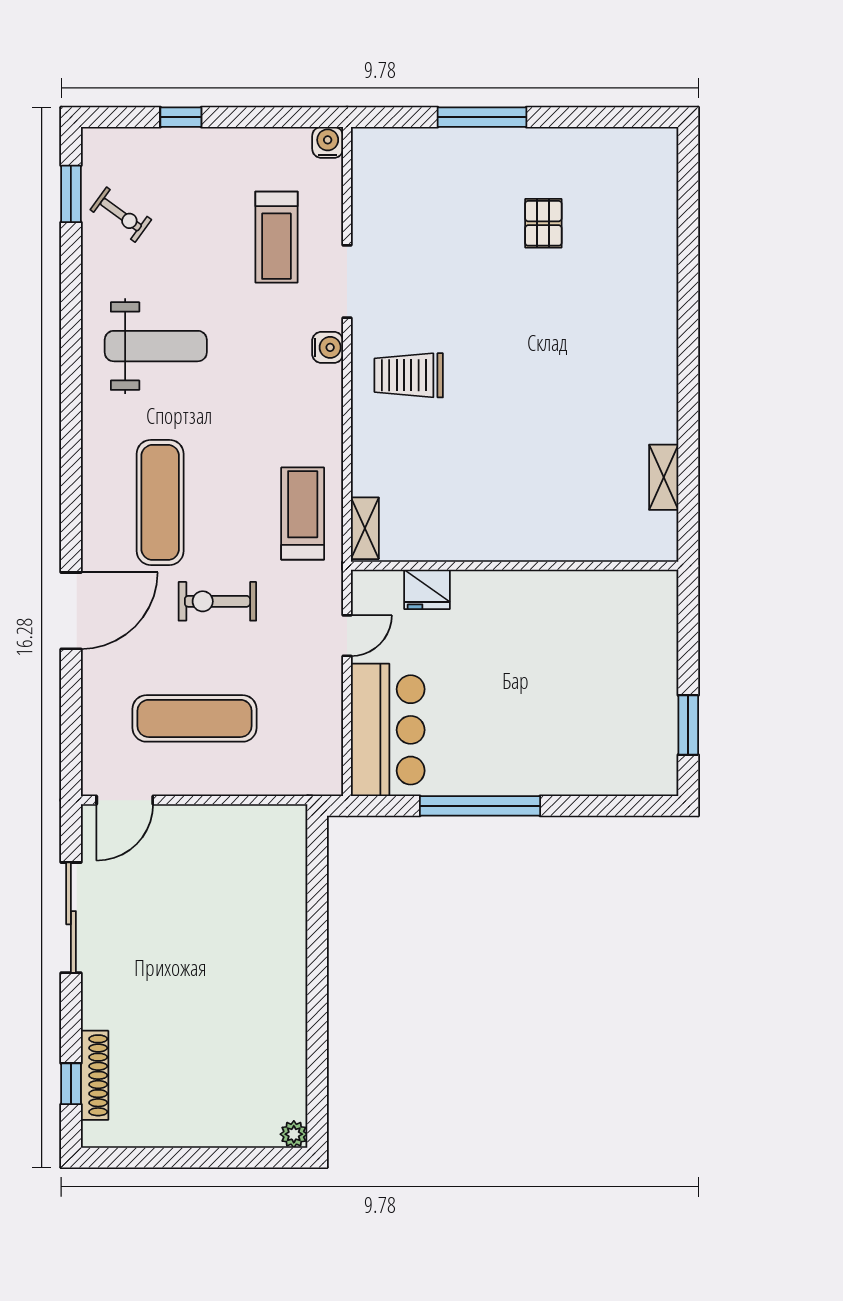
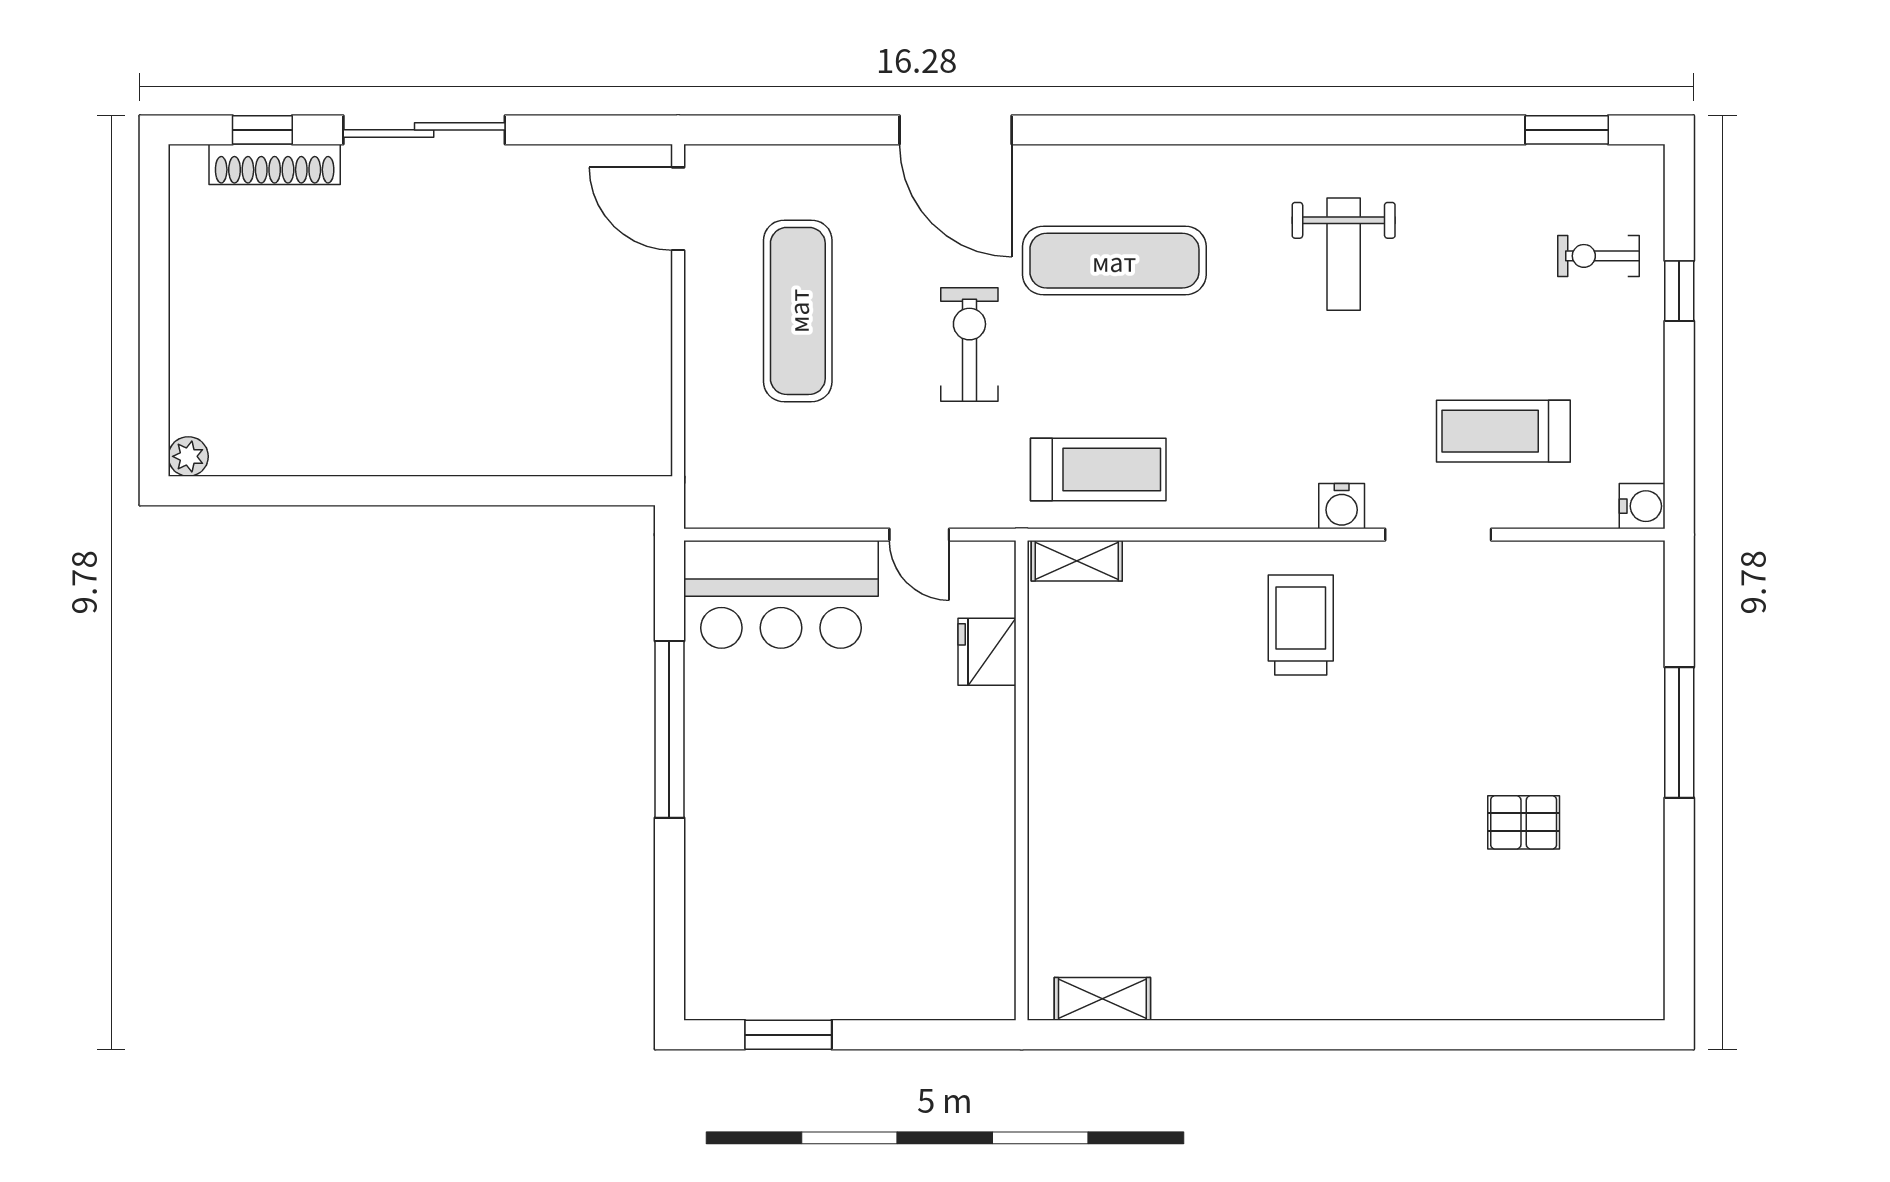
exercise bike: (121, 215) -> (1598, 256), moved, turned 54
weight bench: (156, 346) -> (1344, 254), width x0.73, depth x0.75
shelving: (664, 477) -> (1102, 999), moved
sliding door: (71, 918) -> (424, 130), moved

